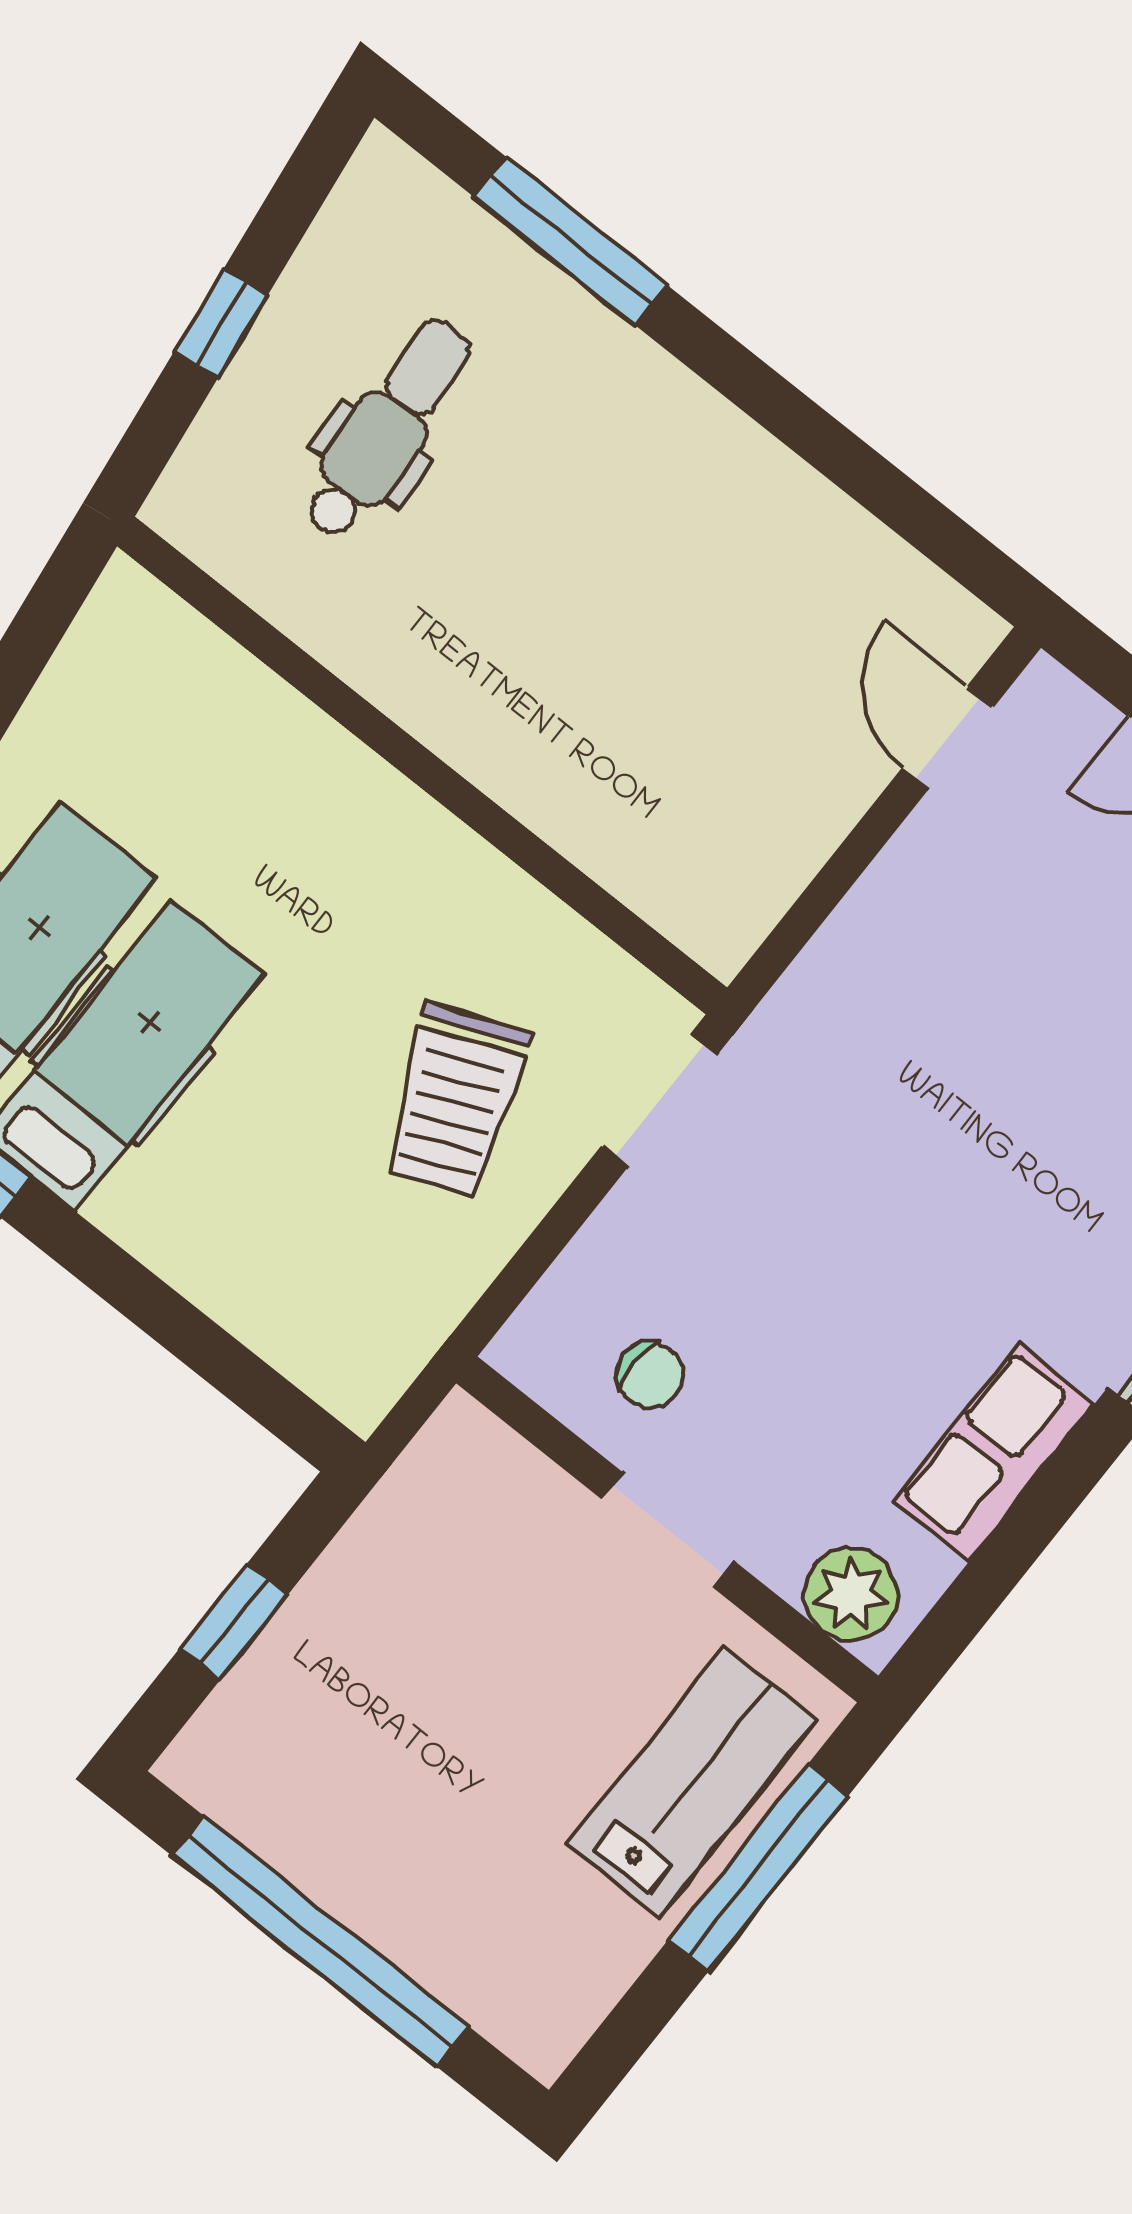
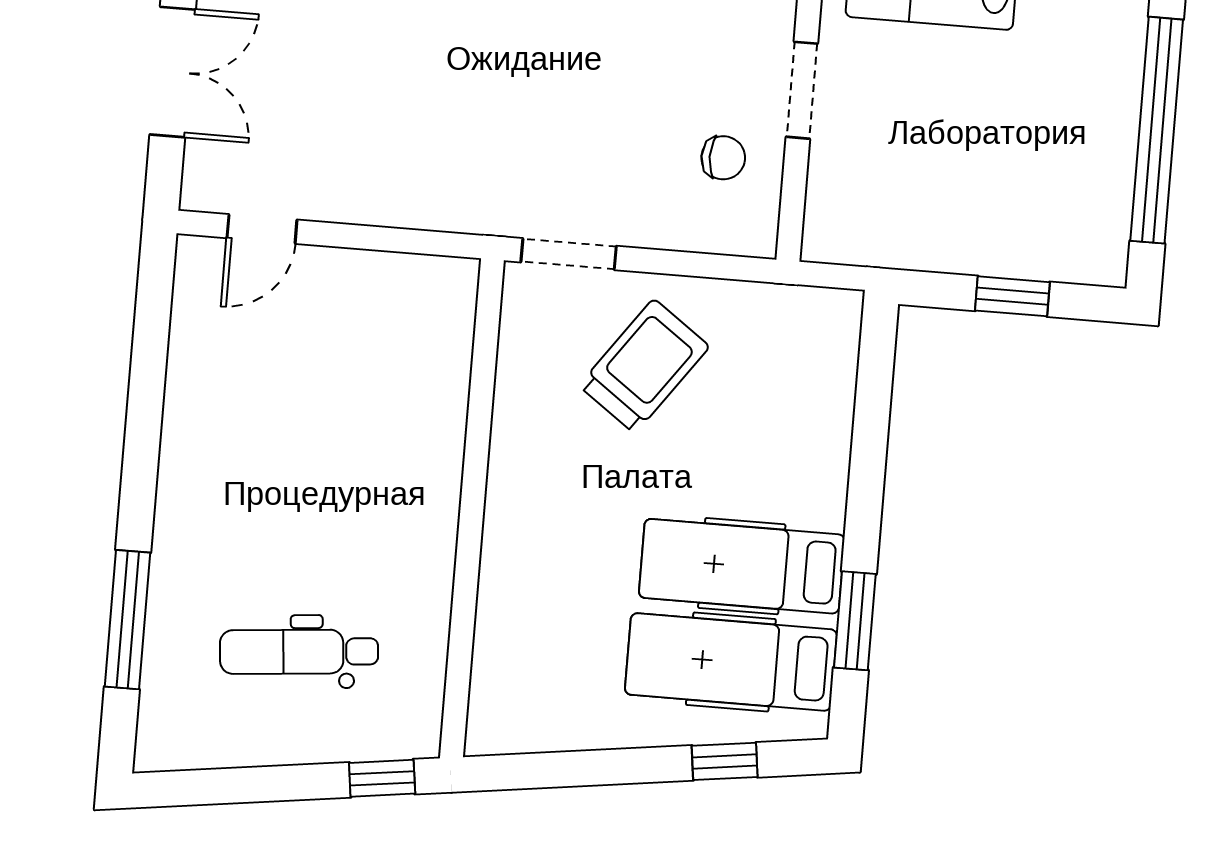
window: (221, 323) -> (382, 778), moved
trolley: (455, 1102) -> (644, 366), turned -31
chair: (650, 1375) -> (723, 158), turned 90

